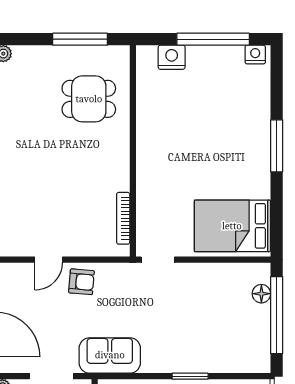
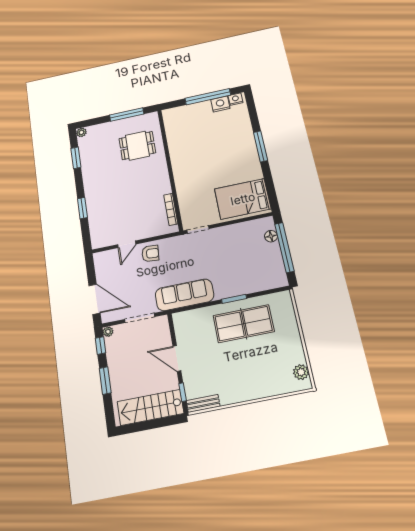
nightstand: (172, 57) -> (220, 104), moved
sofa: (110, 355) -> (184, 295), width x1.36

